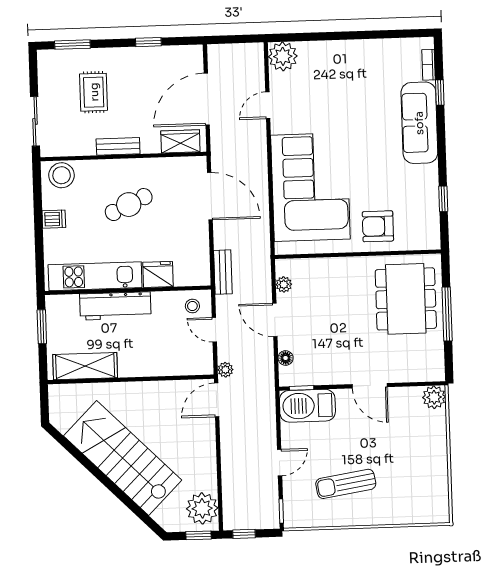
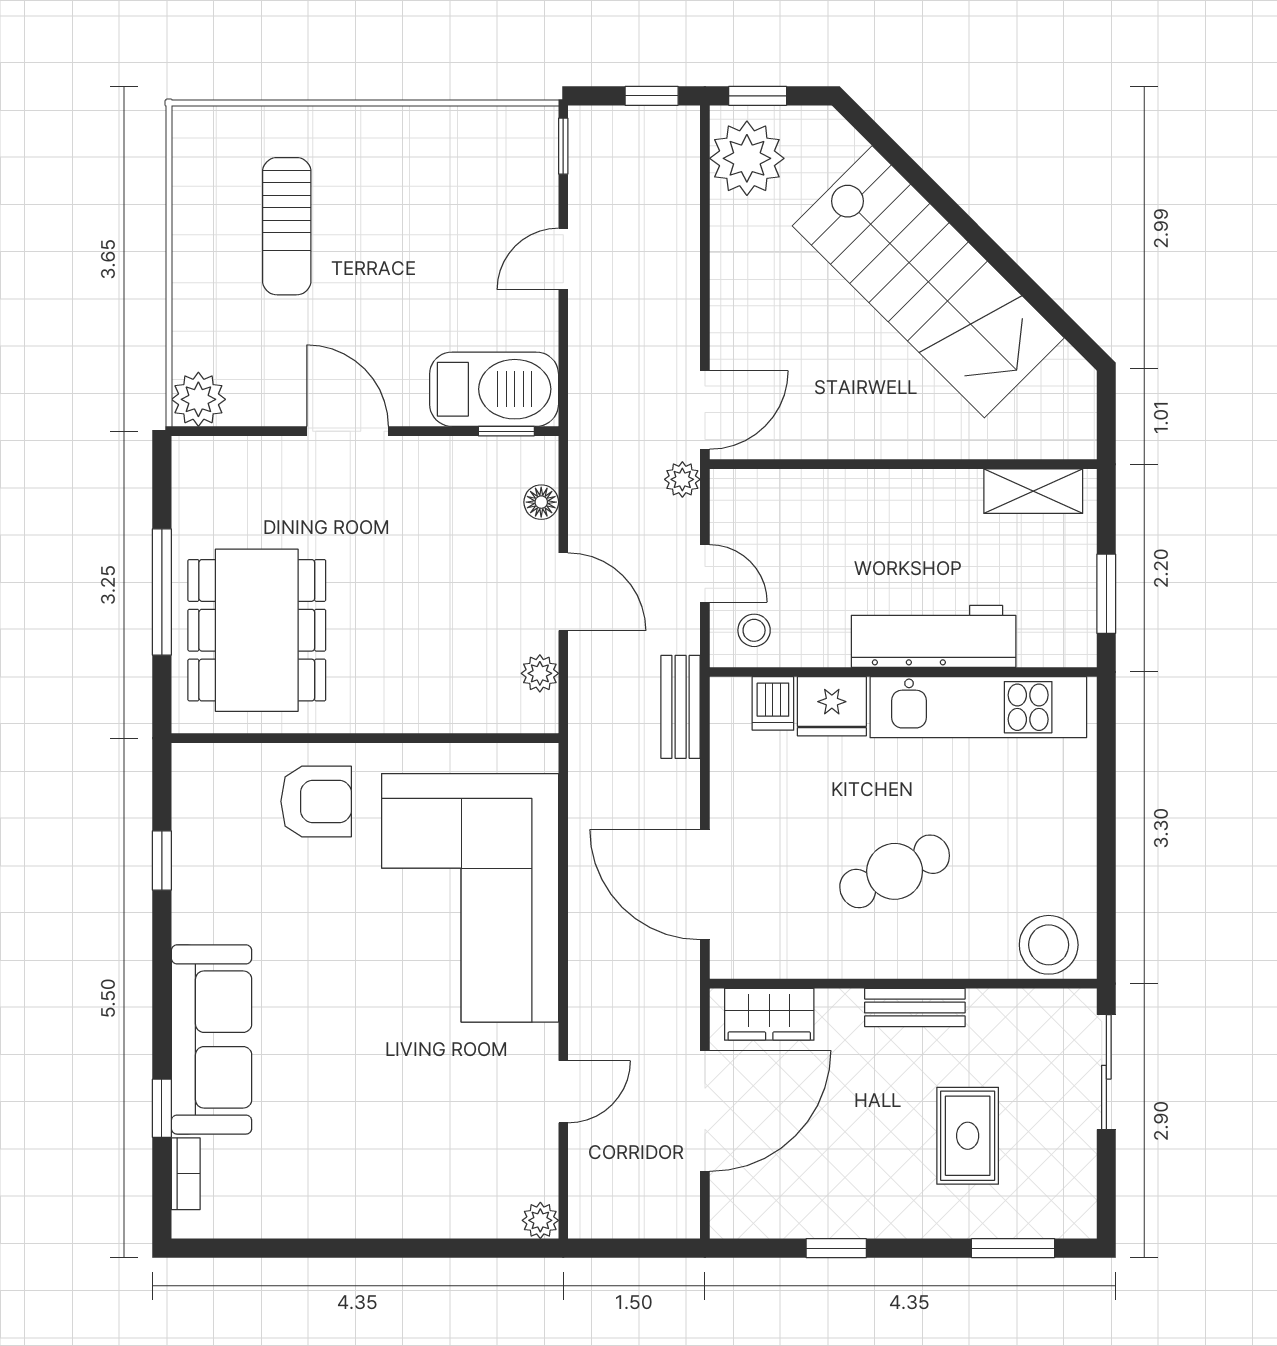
plant: (283, 56) -> (540, 1220), width x0.53, depth x0.53
dishwasher: (54, 219) -> (773, 703), moved, turned -90
shelving: (85, 366) -> (1033, 491), width x0.67, depth x0.75
sun lounger: (346, 484) -> (287, 226), moved, turned 99

